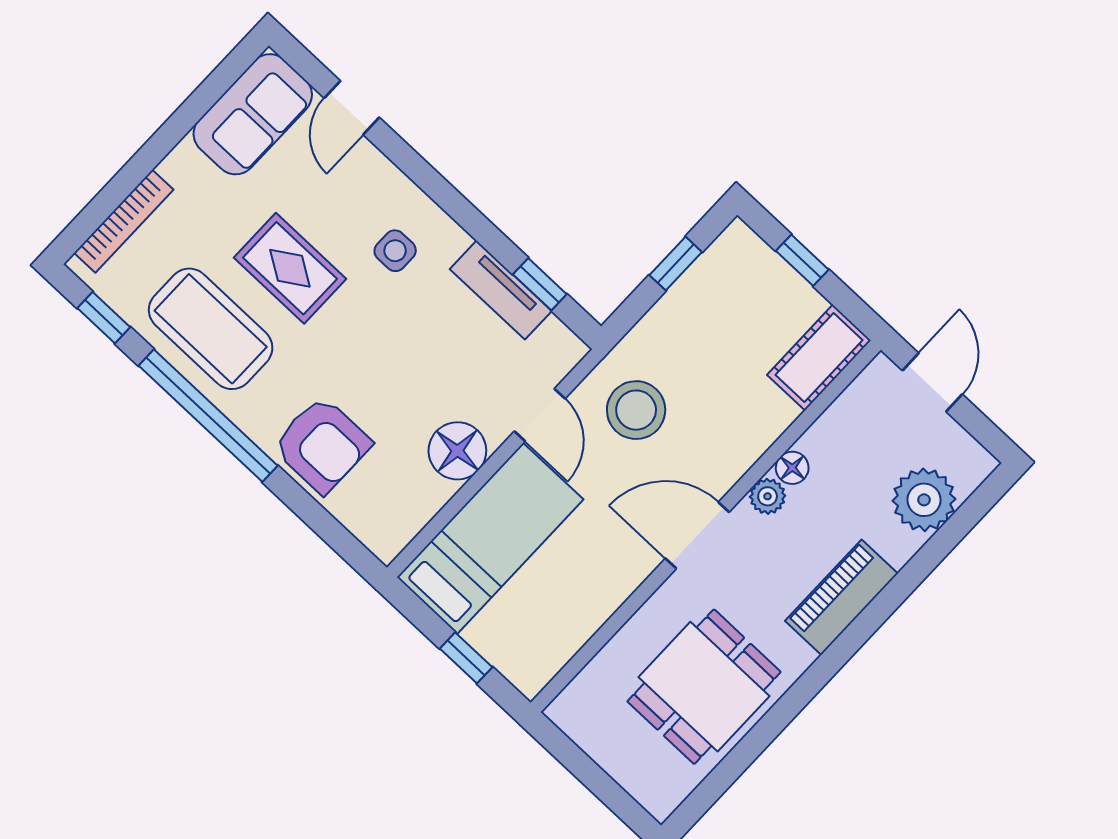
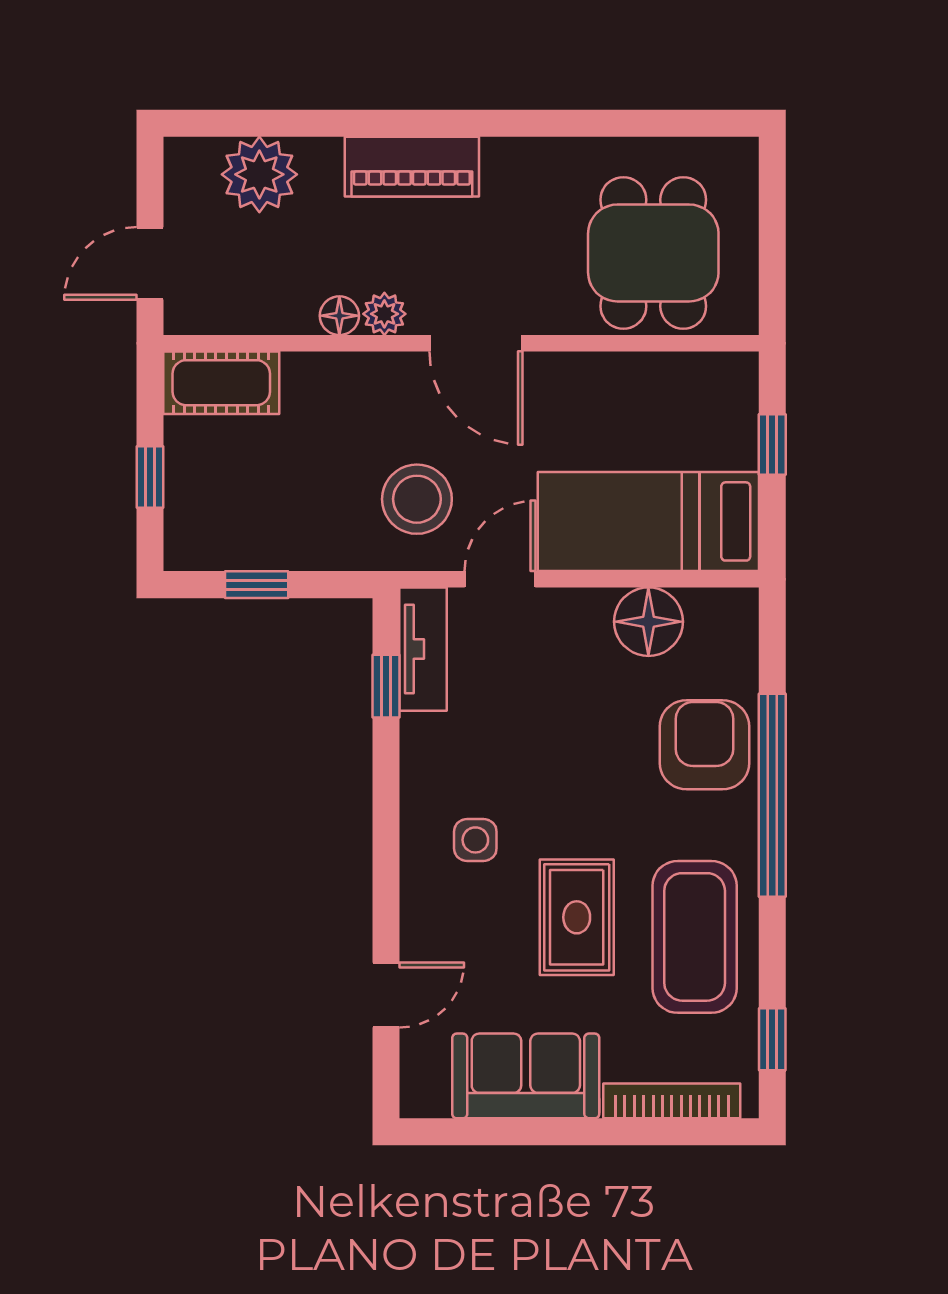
sofa: (253, 114) -> (526, 1076), moved
tv unit: (501, 290) -> (423, 649), moved
window: (208, 416) -> (772, 795), moved
floor lamp: (457, 451) -> (648, 622), moved
dining table: (704, 687) -> (653, 253), moved, turned 90

